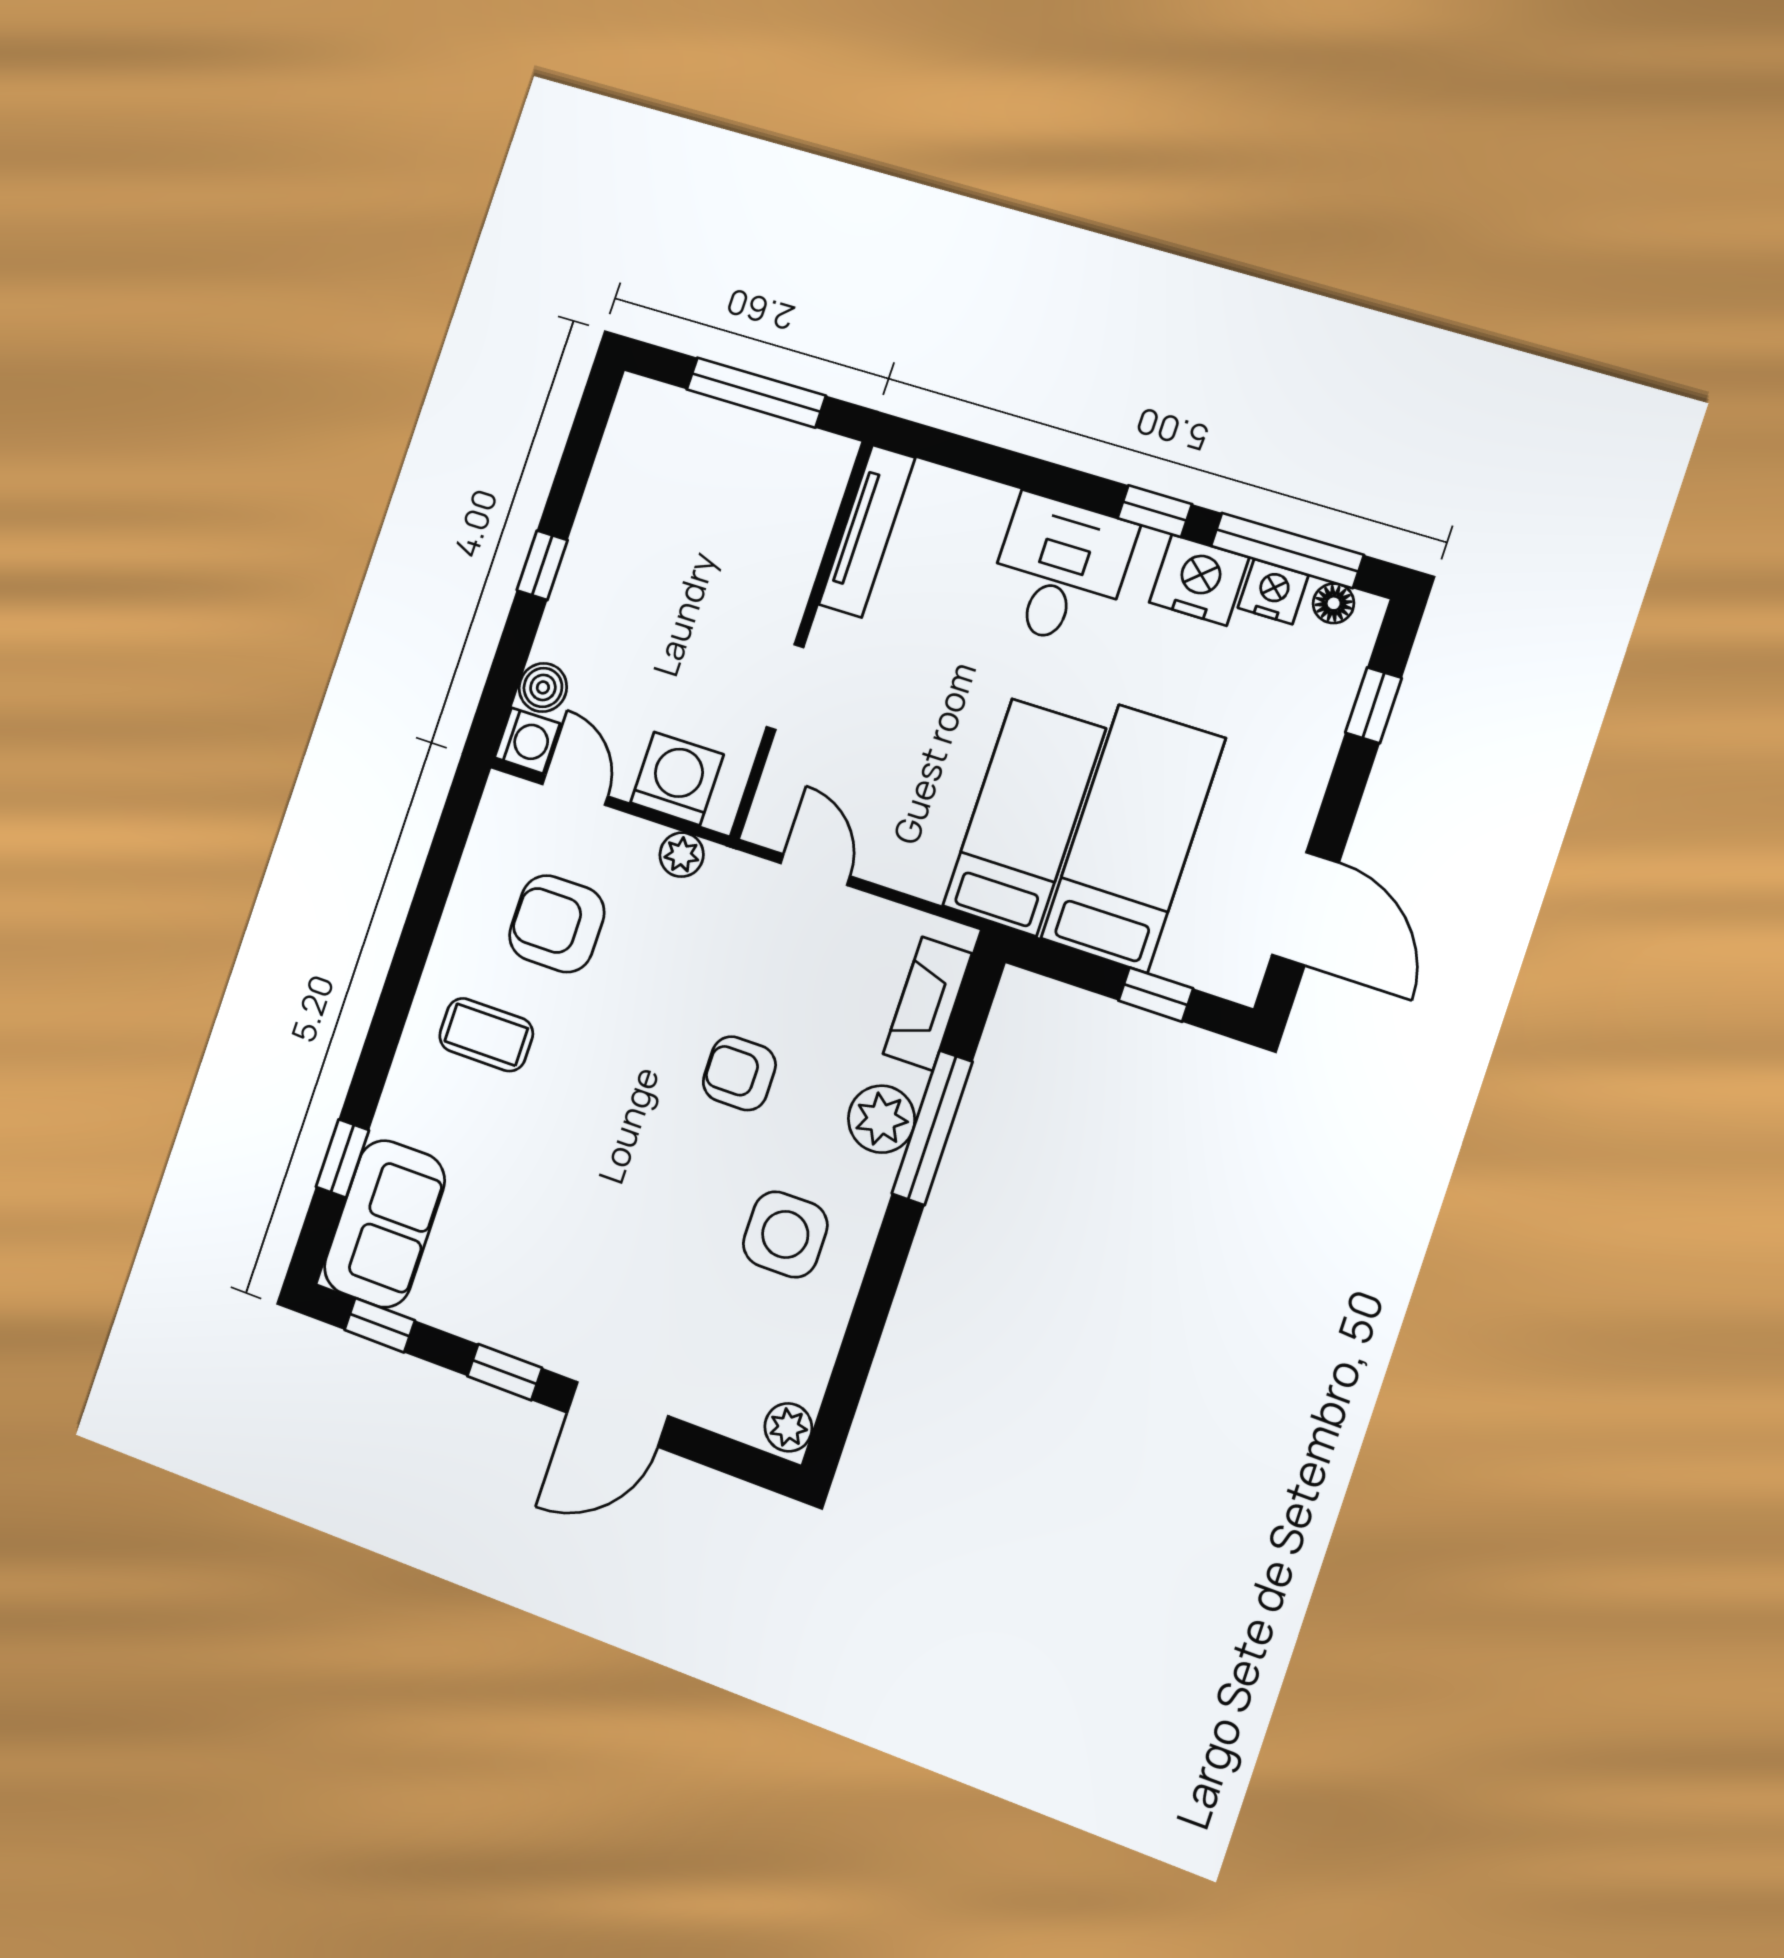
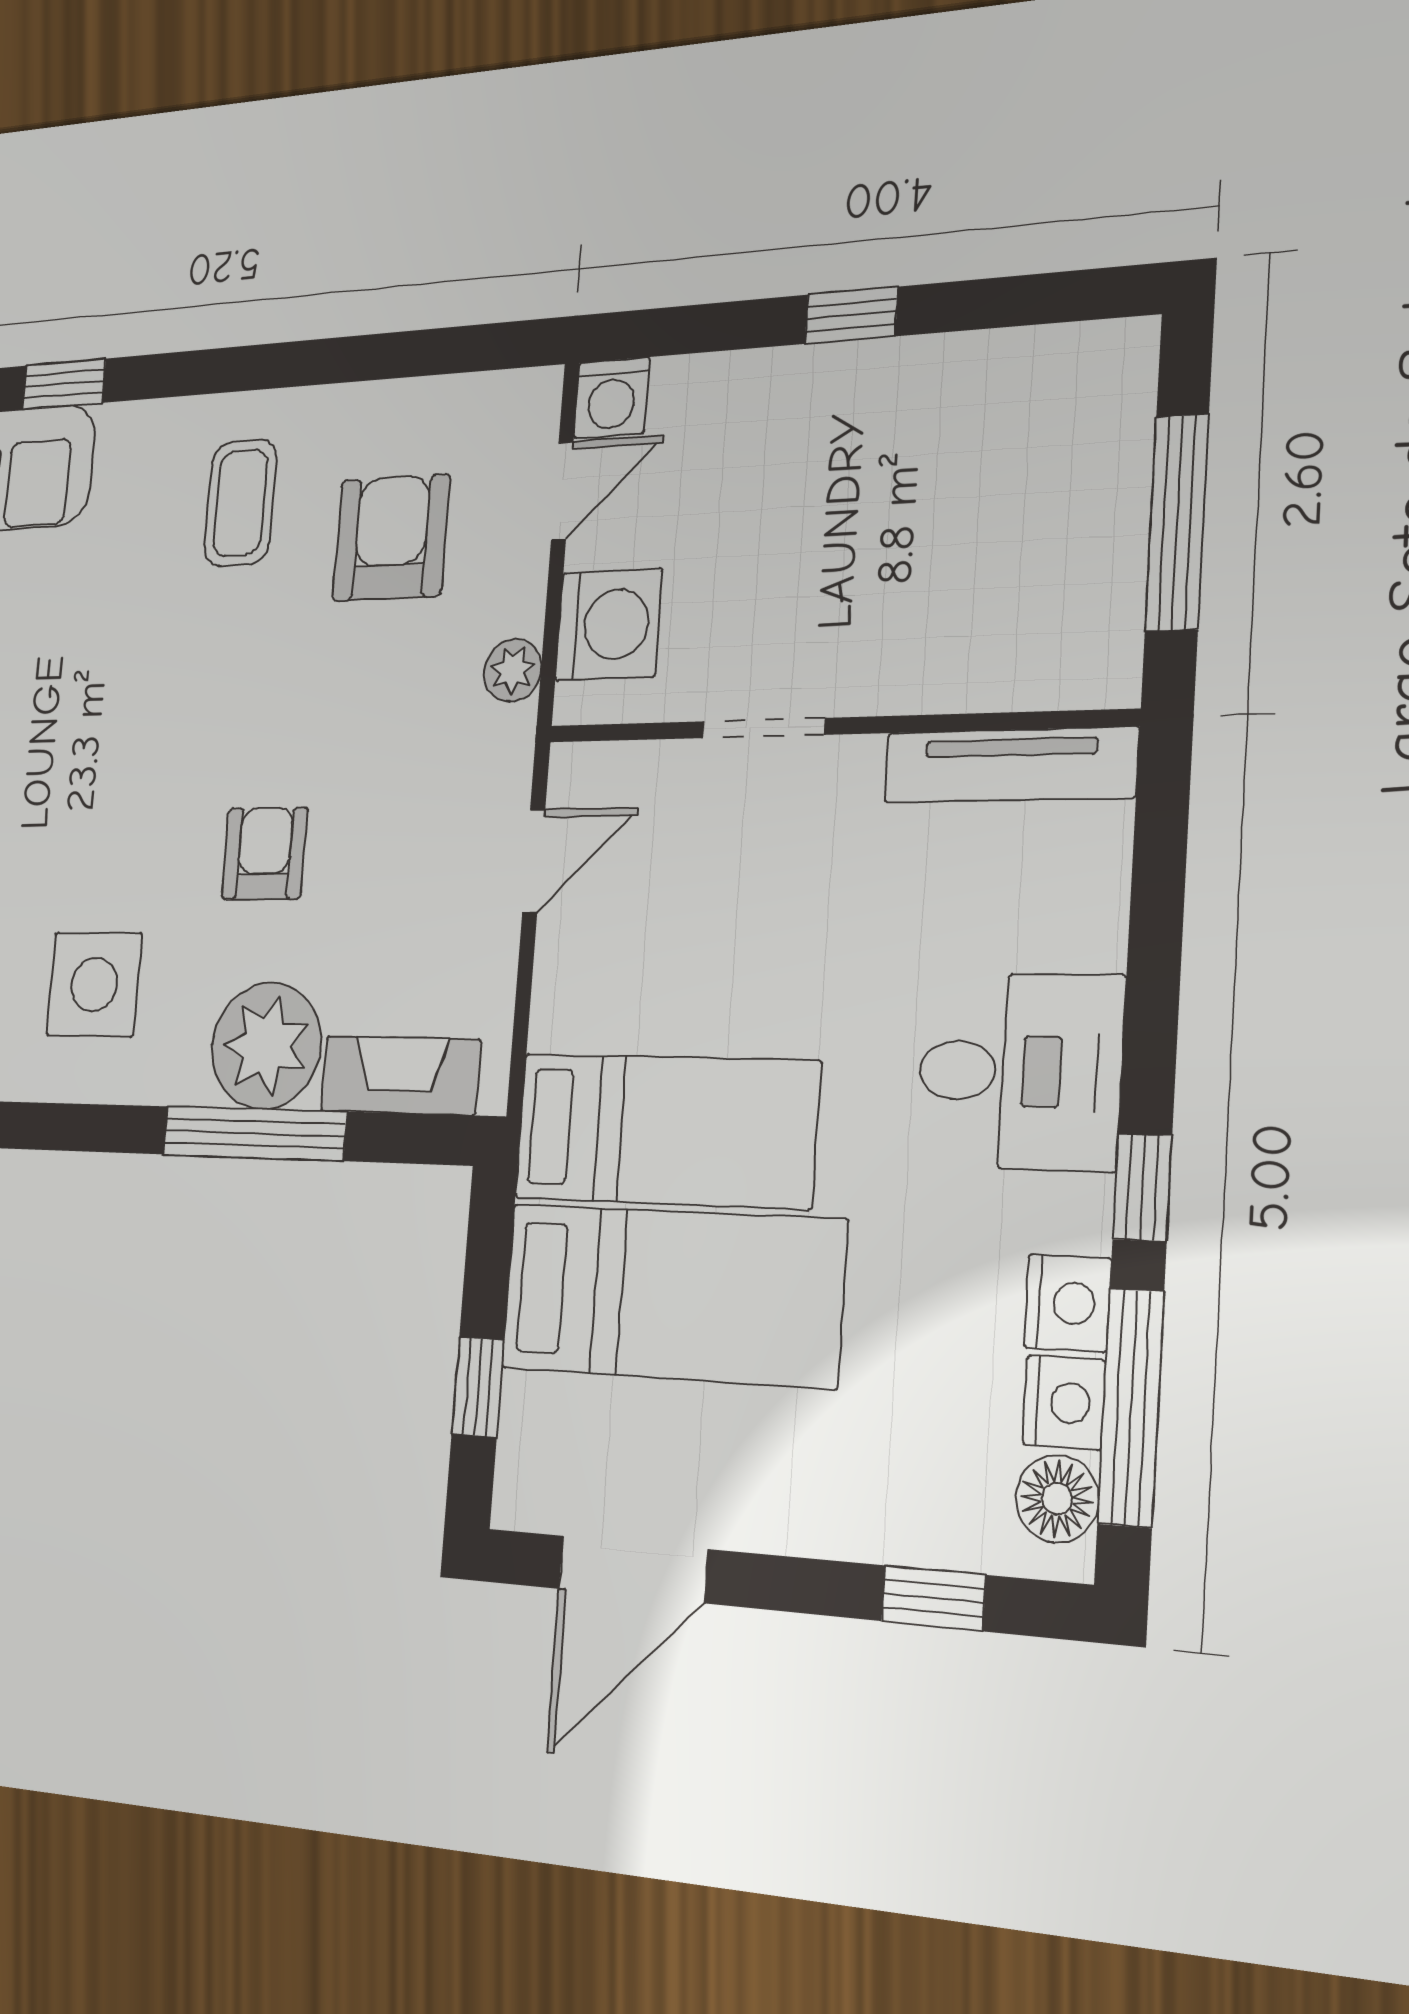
nightstand: (1199, 580) -> (1068, 1303), width x0.74, depth x0.75
floor lamp: (1334, 603) -> (1057, 1499), width x1.37, depth x1.37
boiler: (543, 687) -> (686, 389), removed
plant: (882, 1119) -> (266, 1046), width x1.36, depth x1.36

